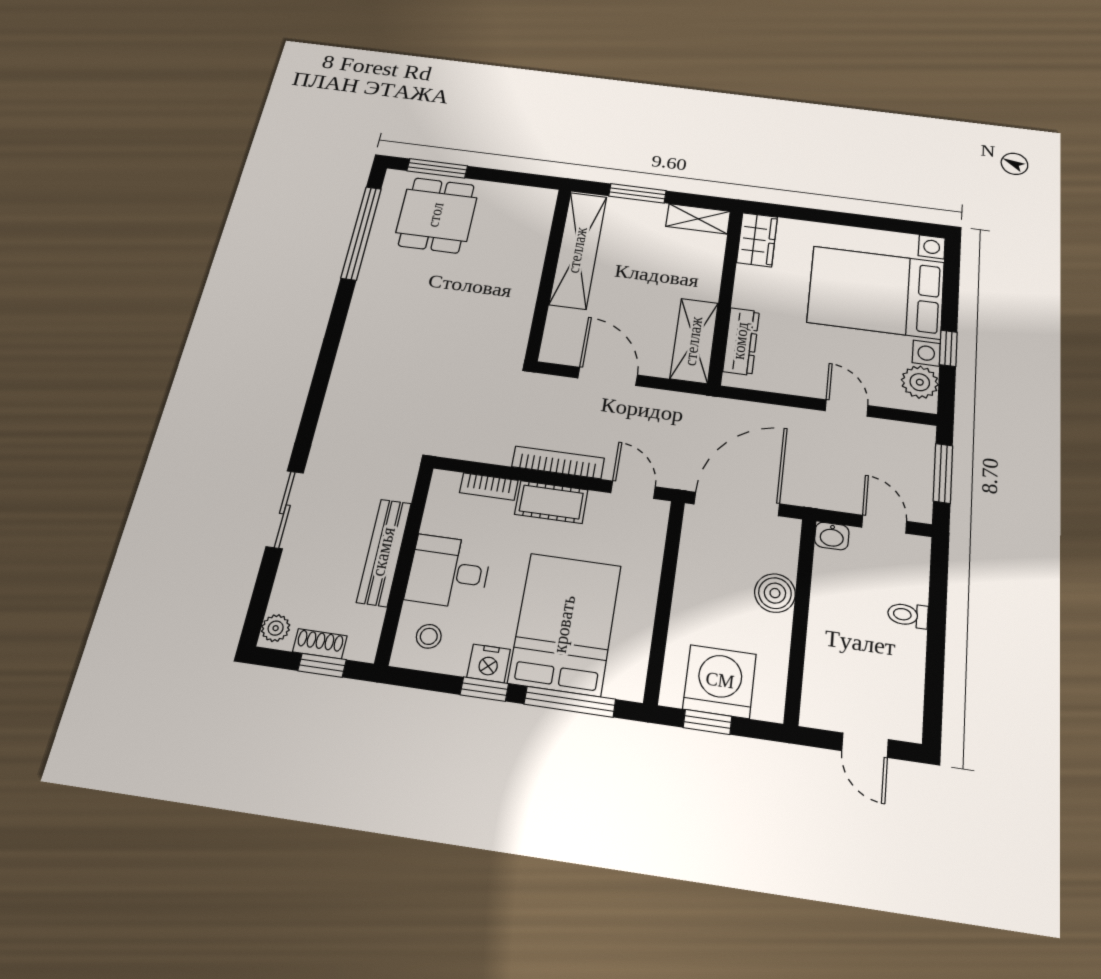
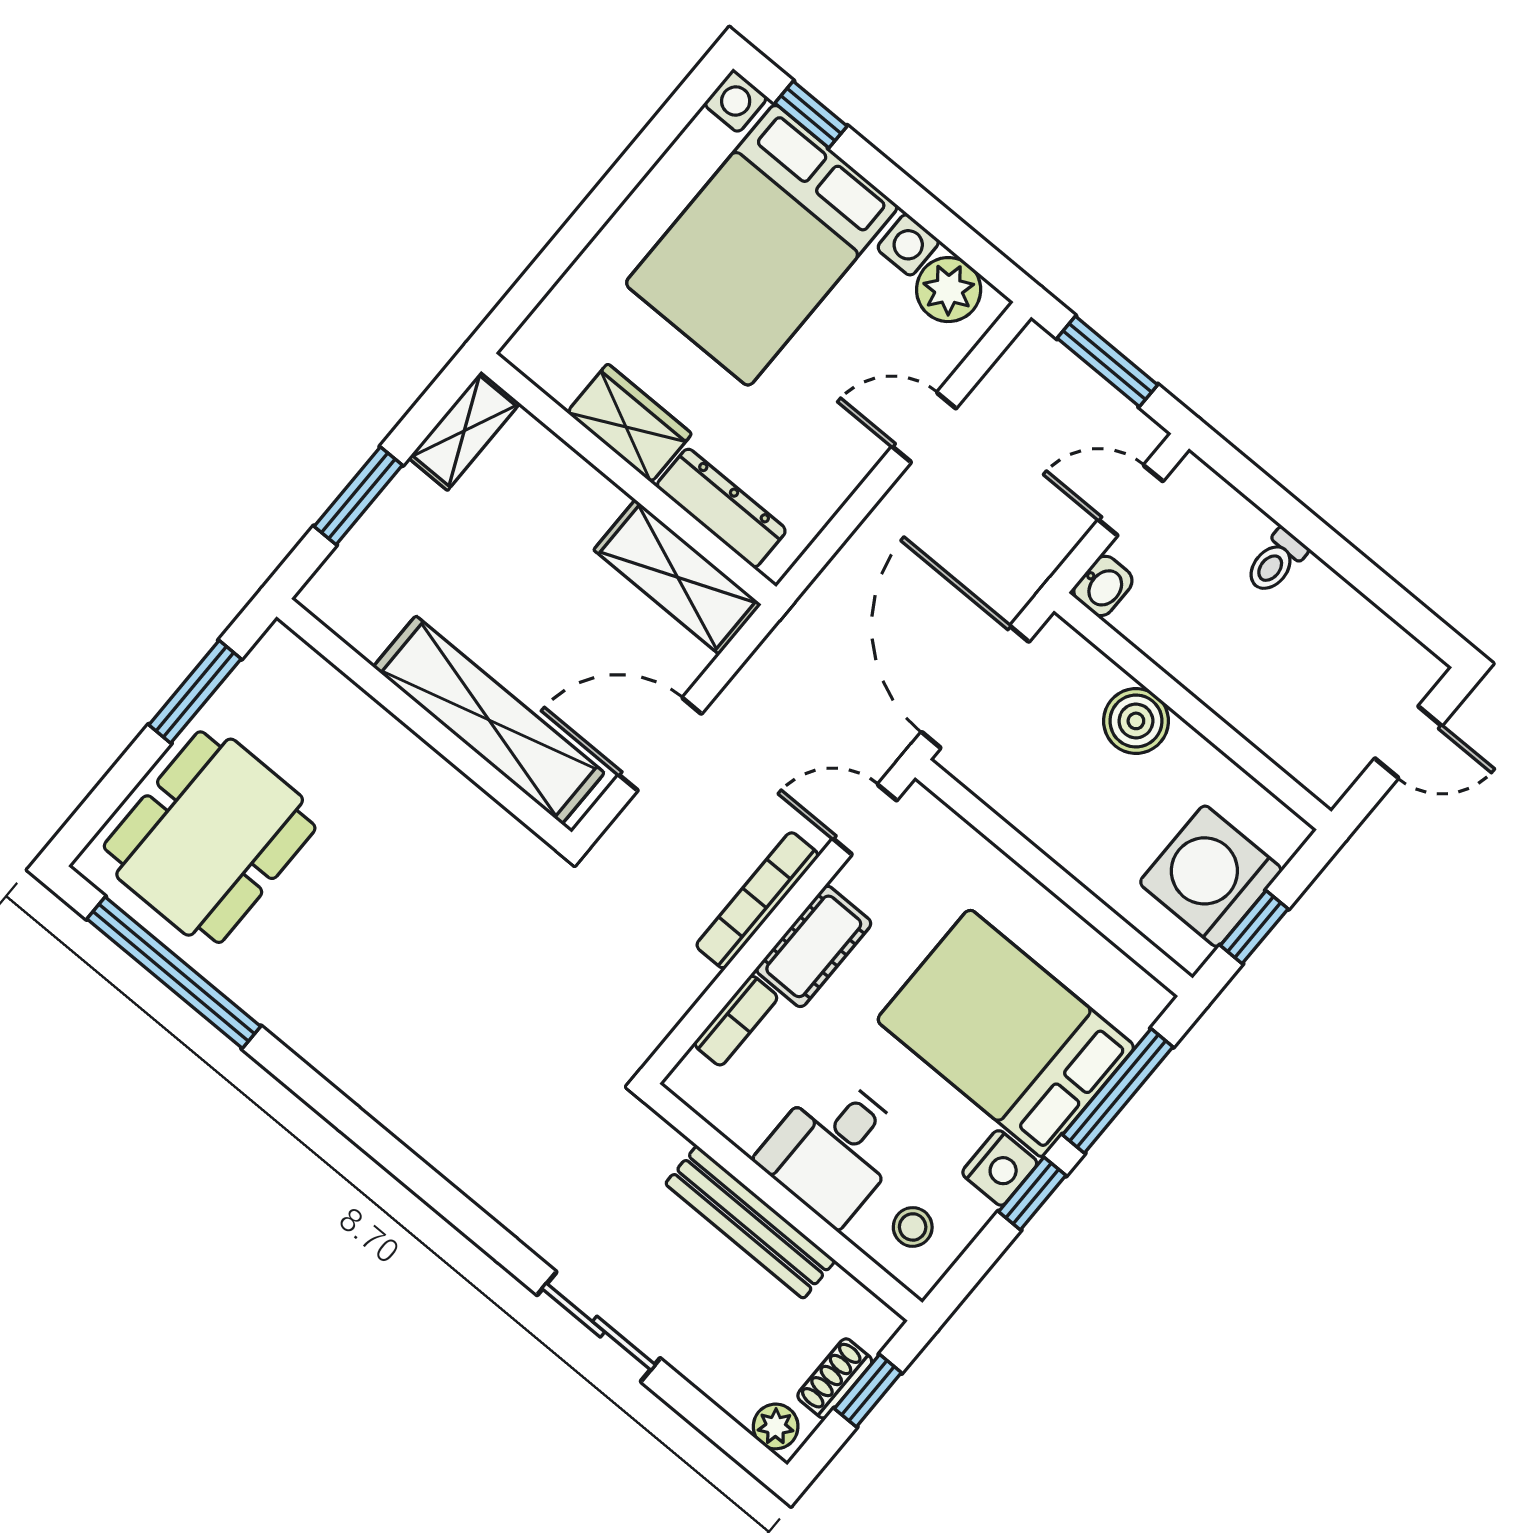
window: (437, 168) -> (195, 692), moved
dining table: (436, 215) -> (210, 837), width x1.38
wardrobe: (757, 240) -> (629, 423), moved
shelving: (578, 250) -> (489, 720), moved
window: (948, 348) -> (811, 115), moved

